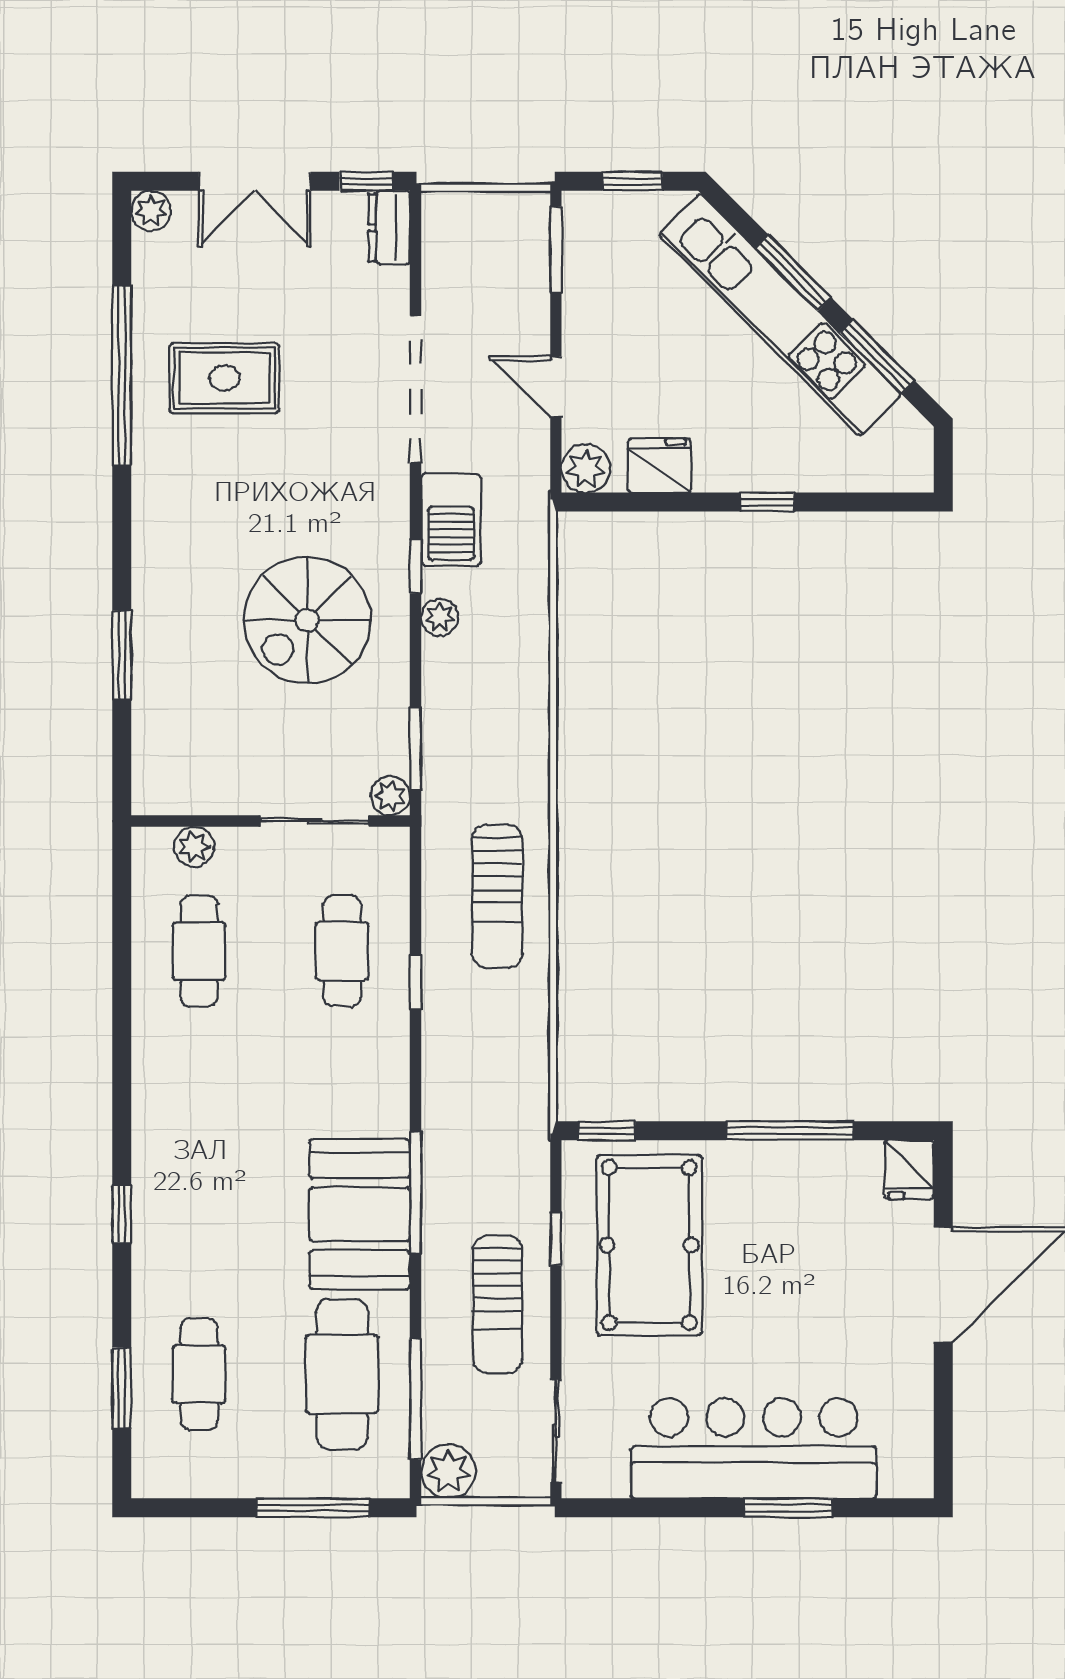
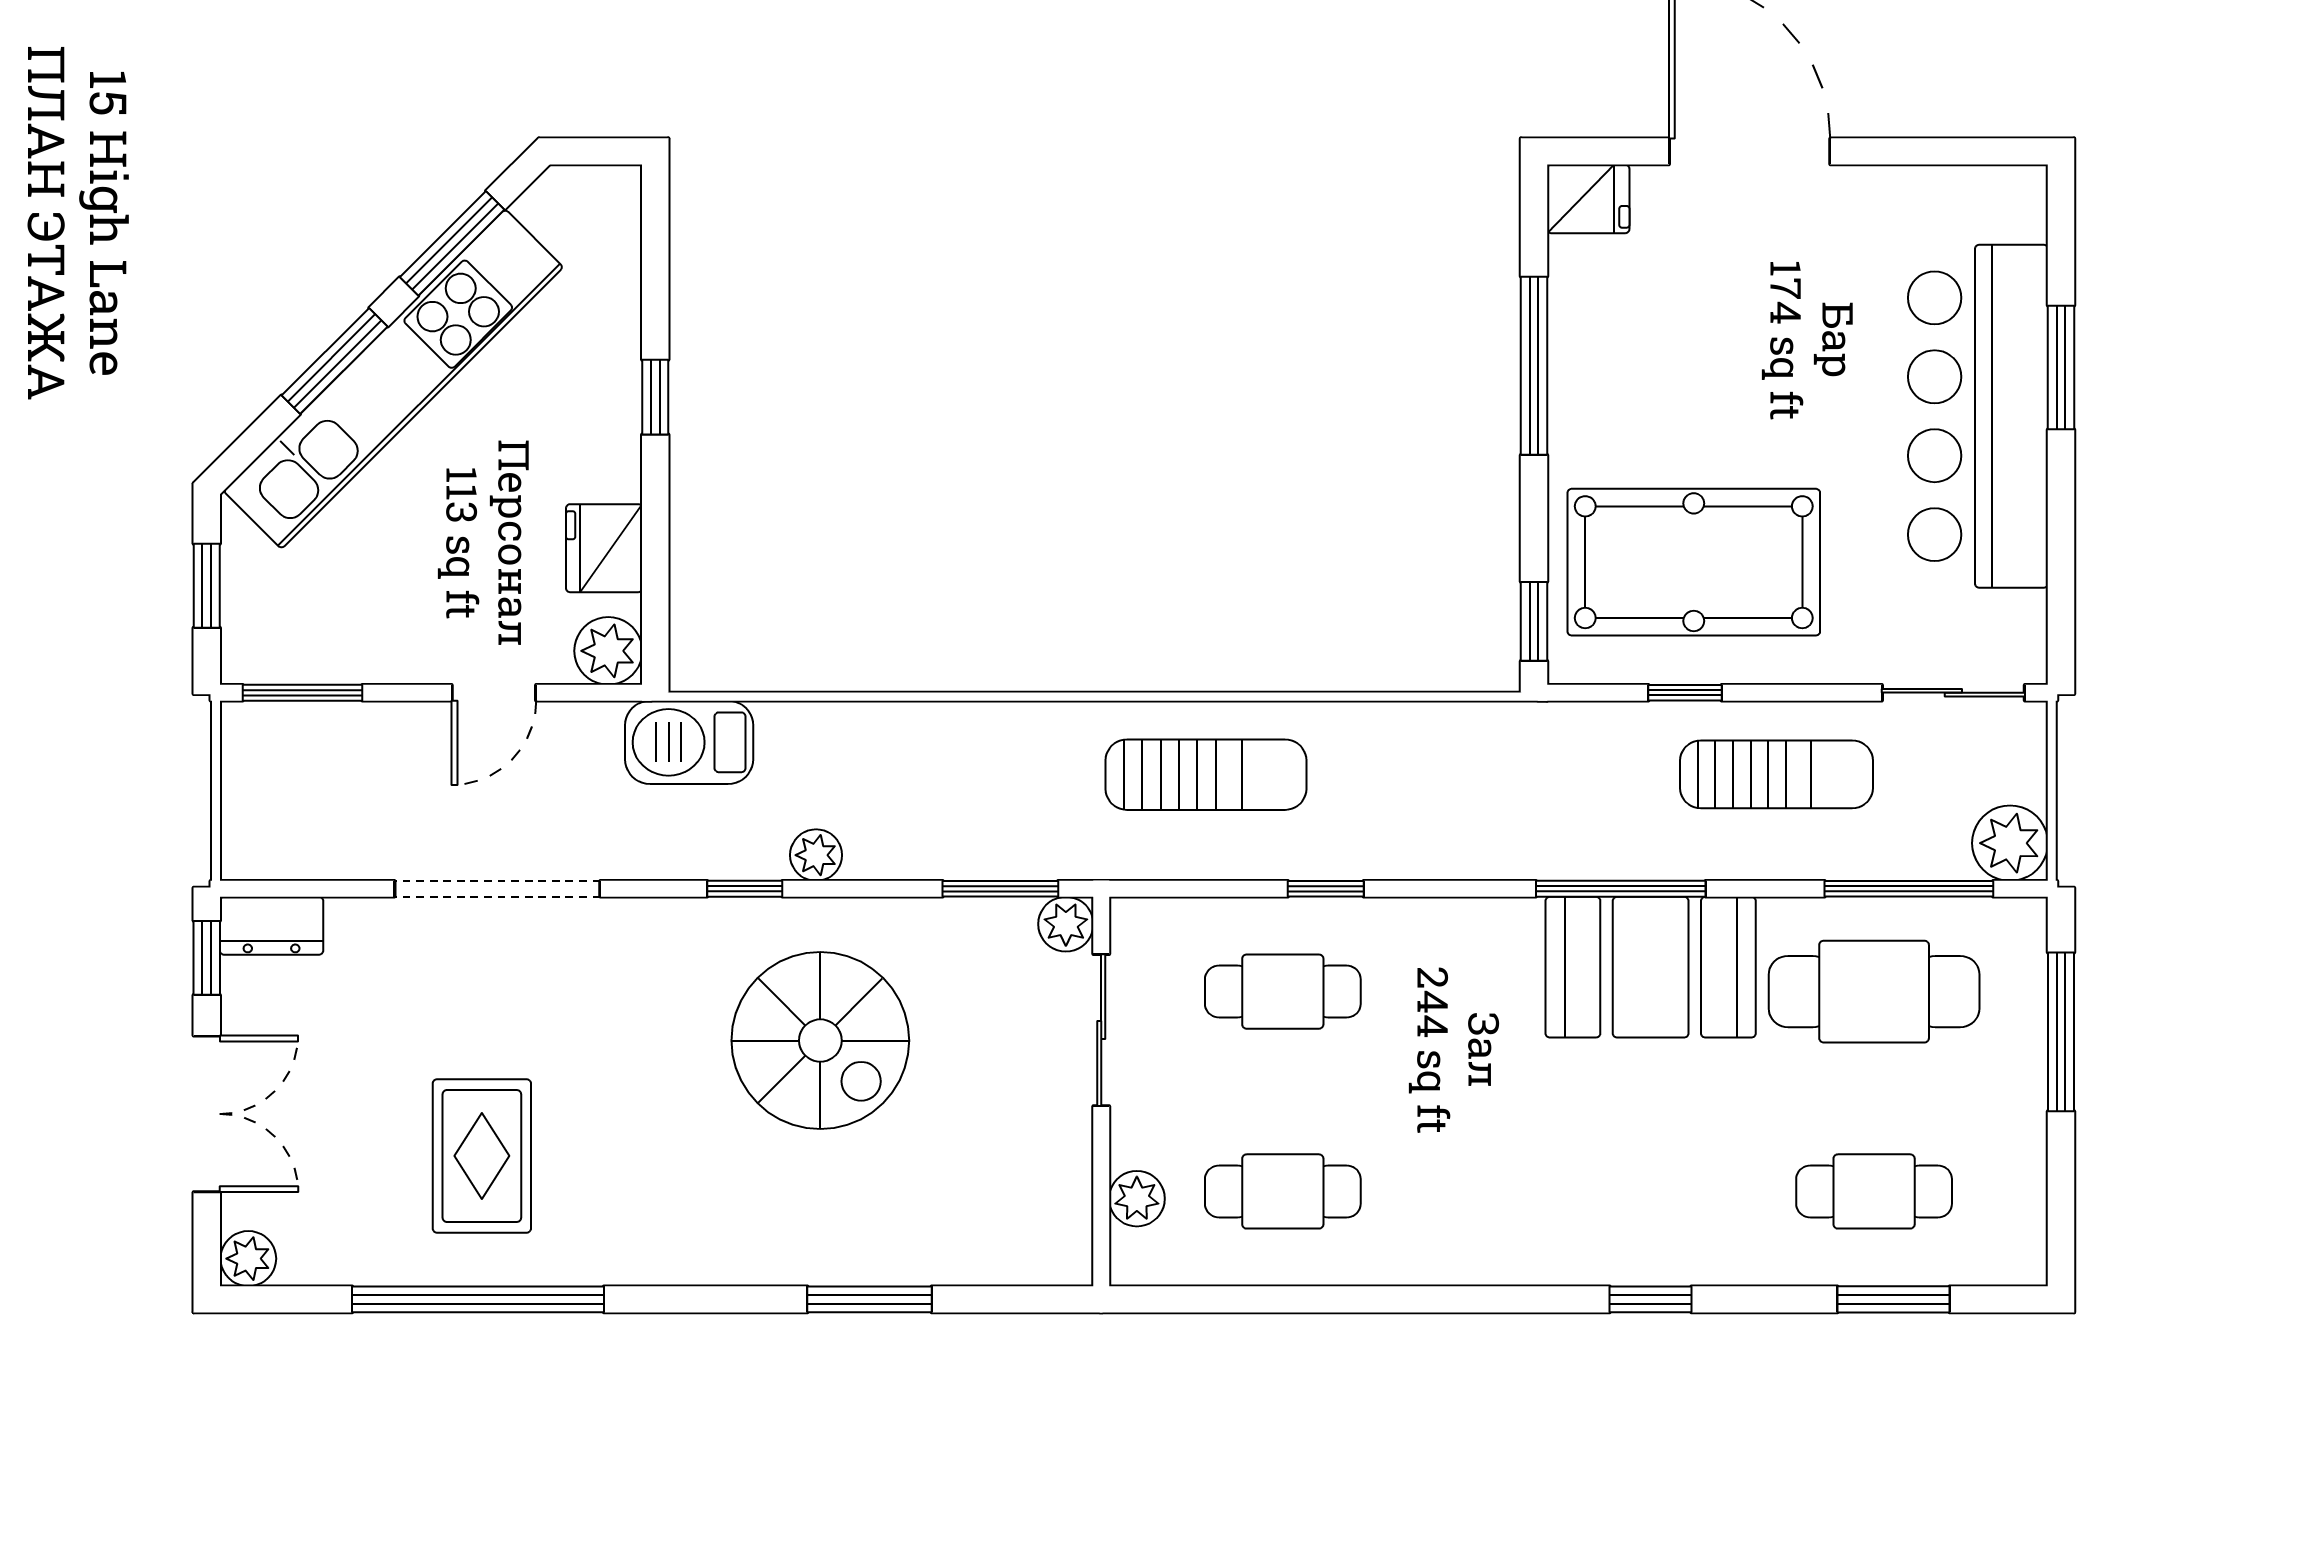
barbecue: (451, 520) -> (689, 742), moved, turned 180

